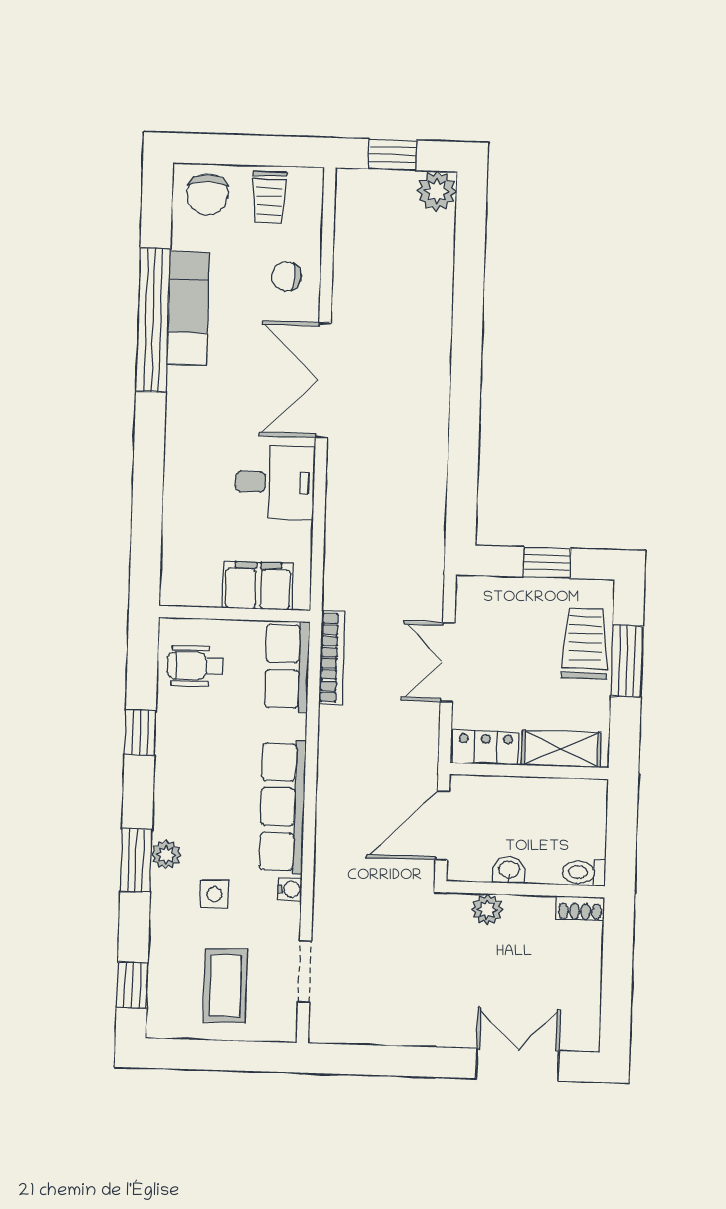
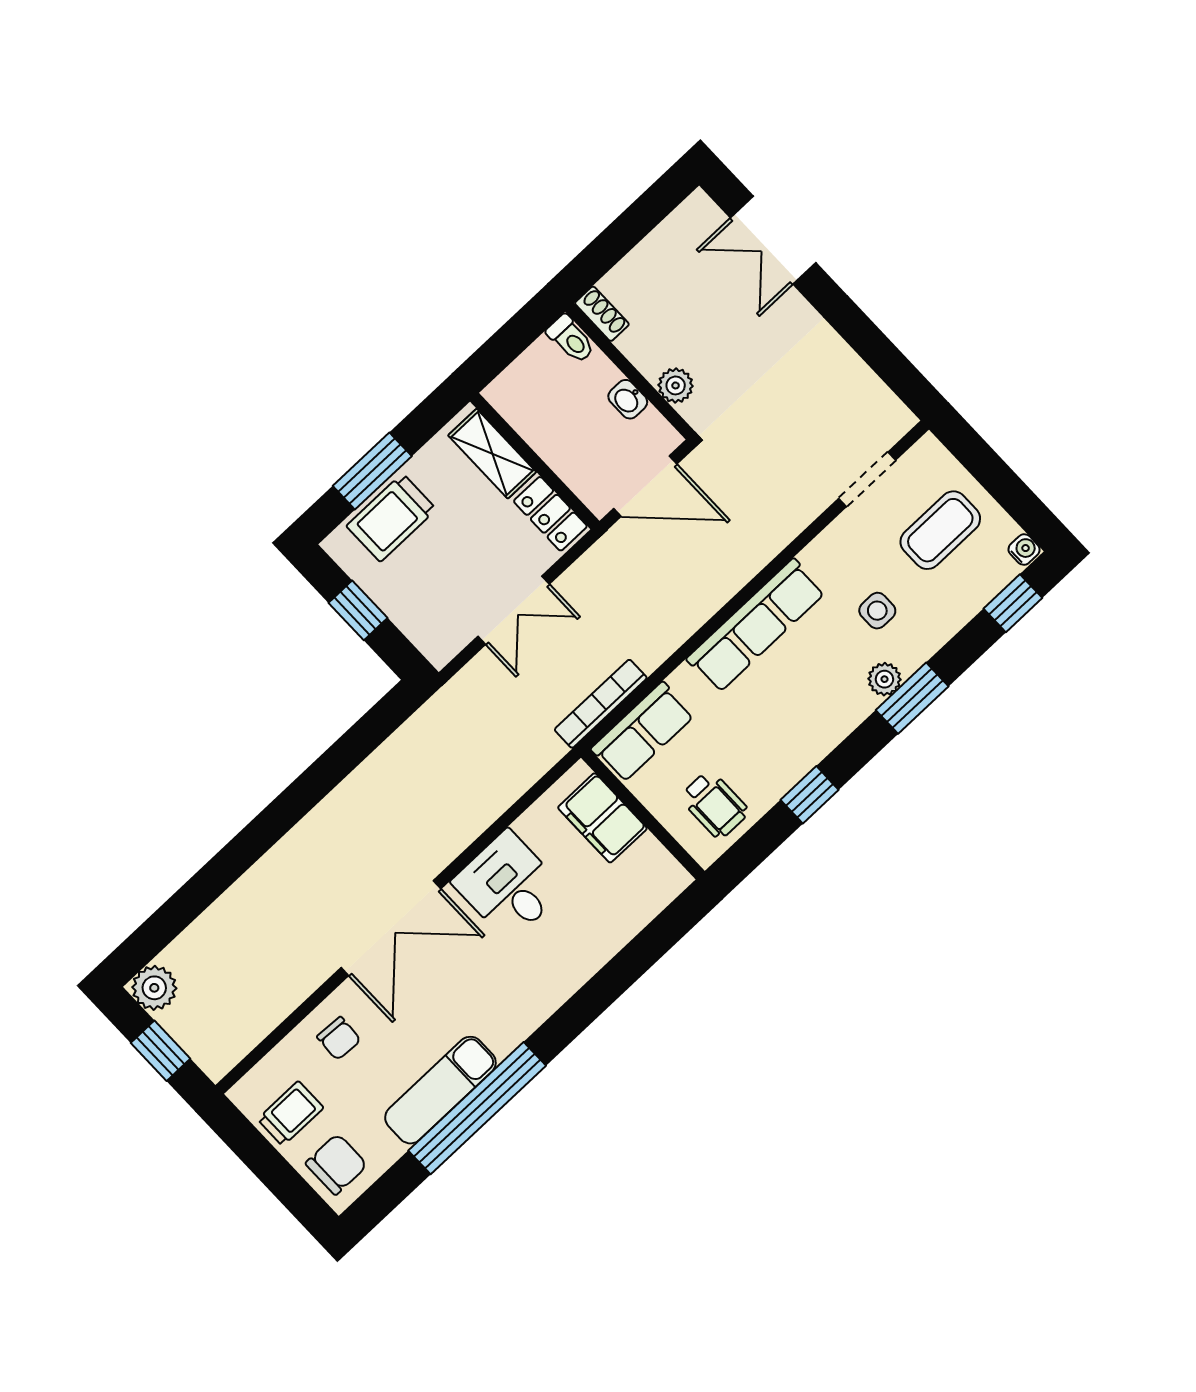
water cooler: (290, 889) -> (1024, 549), moved, turned 90

